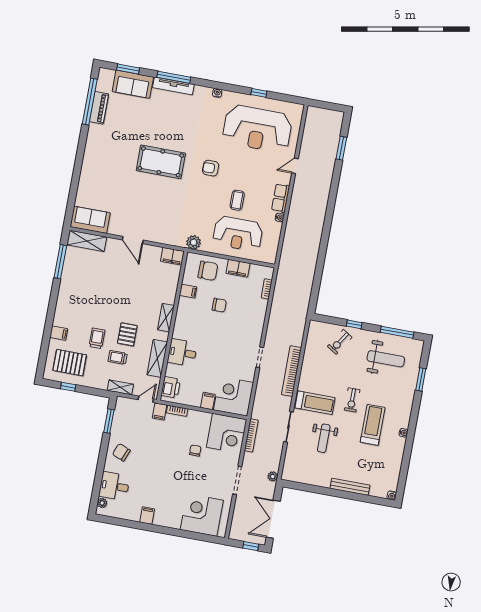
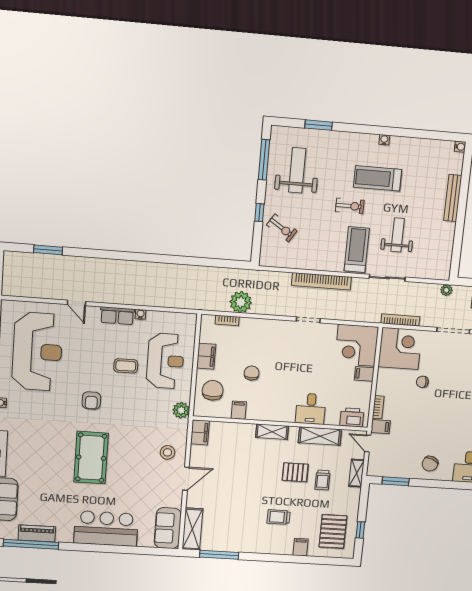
bar counter: (96, 167) -> (106, 528), added
stool: (158, 227) -> (167, 452), added
plant: (281, 302) -> (241, 302), added
trolley: (97, 338) -> (279, 517), moved
weight bench: (324, 438) -> (398, 235), turned -90

